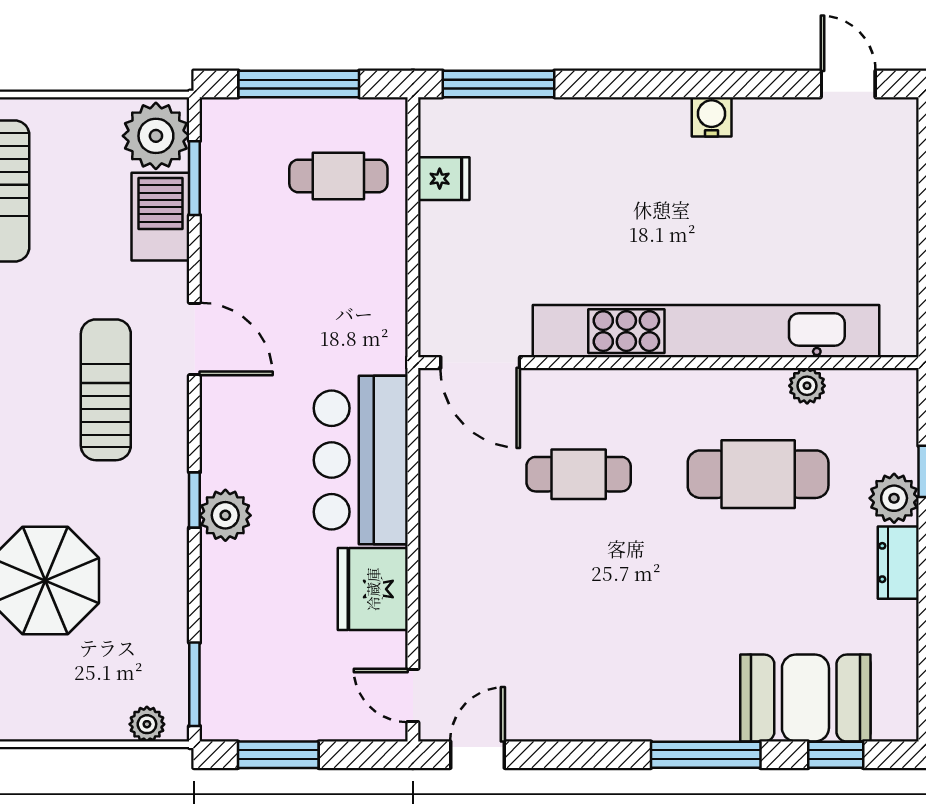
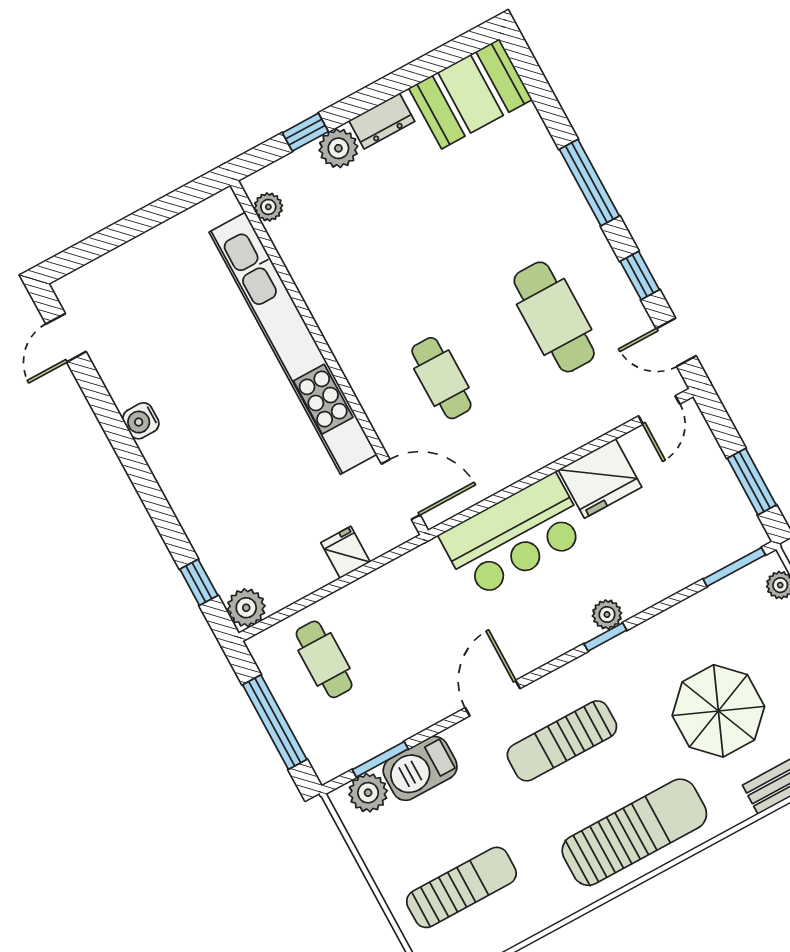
window: (499, 84) -> (199, 582), width x0.46
plant: (442, 121) -> (246, 608), added
plant: (156, 136) -> (368, 793), width x0.73, depth x0.73
fridge: (444, 179) -> (346, 552), moved
door: (480, 363) -> (401, 489), hinge flipped
plant: (807, 386) -> (268, 207), moved
cafe table: (758, 474) -> (554, 317), moved
plant: (225, 515) -> (607, 615), width x0.73, depth x0.73
booth: (805, 698) -> (470, 94), moved, turned 90
window: (836, 755) -> (640, 275), moved

